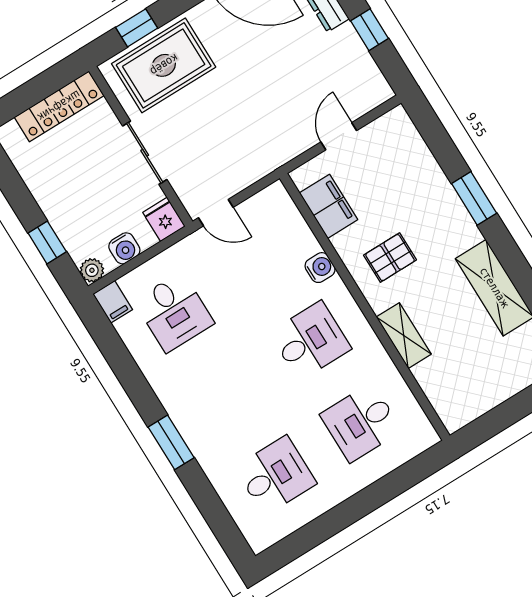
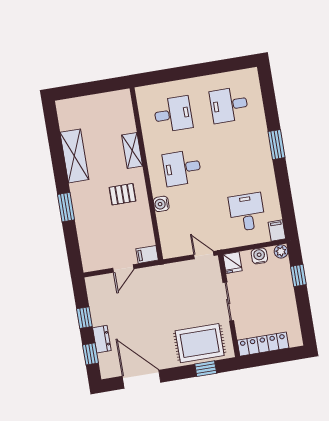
filing cabinet: (328, 206) -> (147, 254), moved, width x0.50

